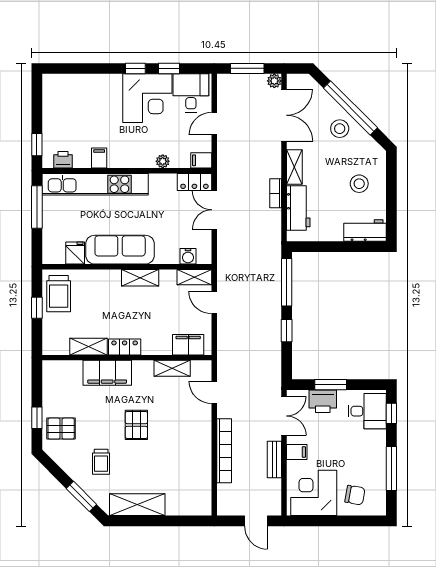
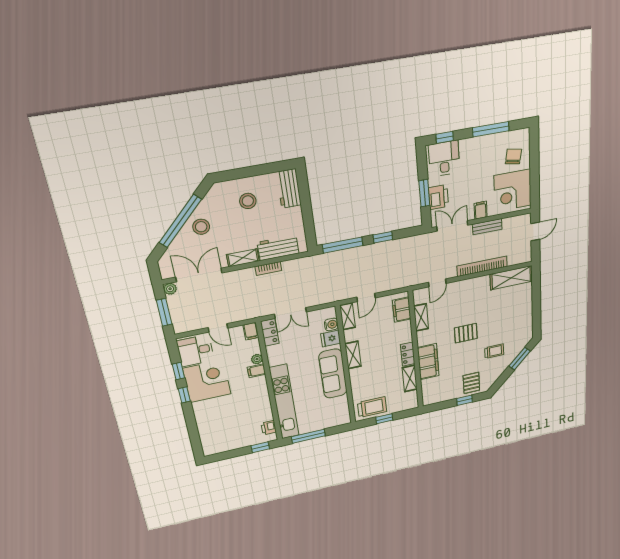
filing cabinet: (99, 158) -> (256, 371), moved
fridge: (75, 253) -> (331, 338), moved
shelving: (137, 505) -> (511, 278), moved, turned 90

